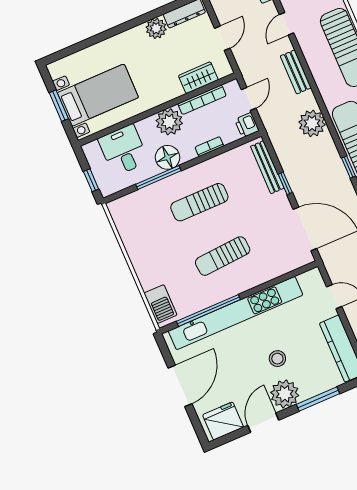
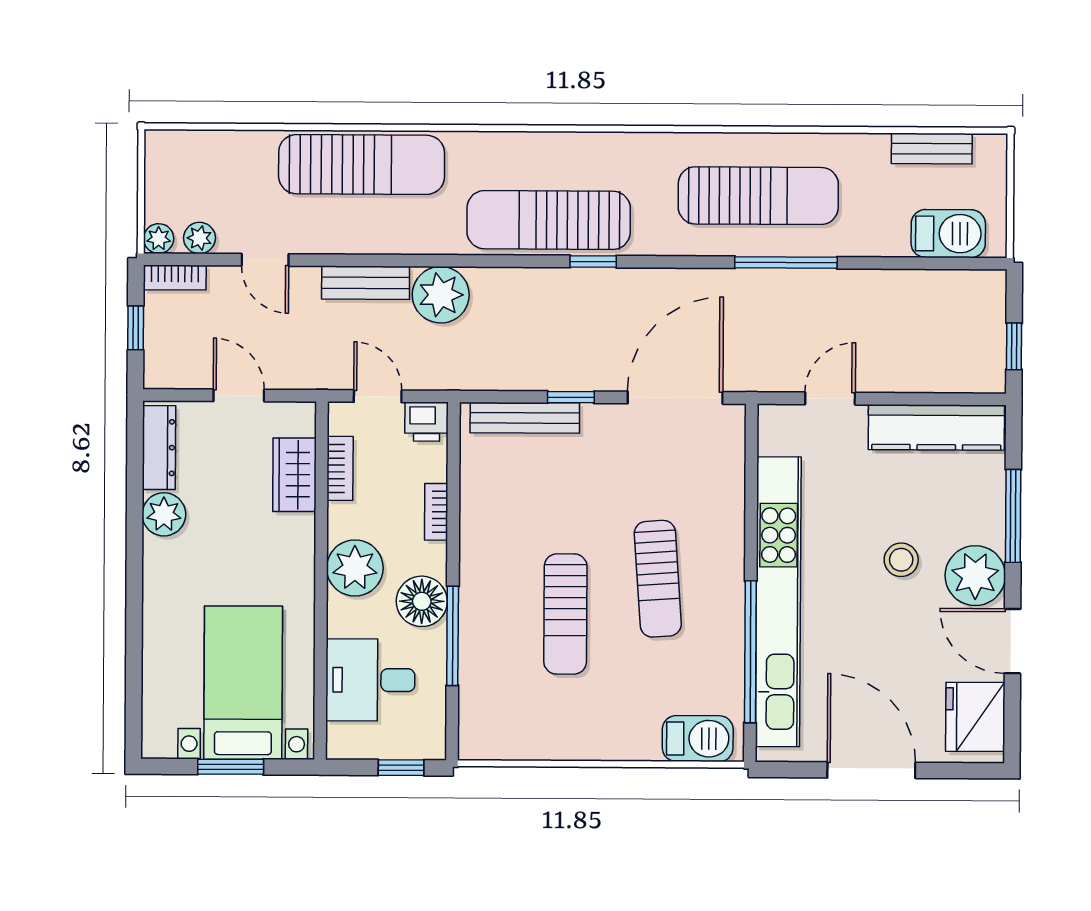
bookcase: (202, 100) -> (340, 468), width x0.64
plant: (312, 123) -> (441, 295), moved
sun lounger: (199, 202) -> (565, 614), moved

